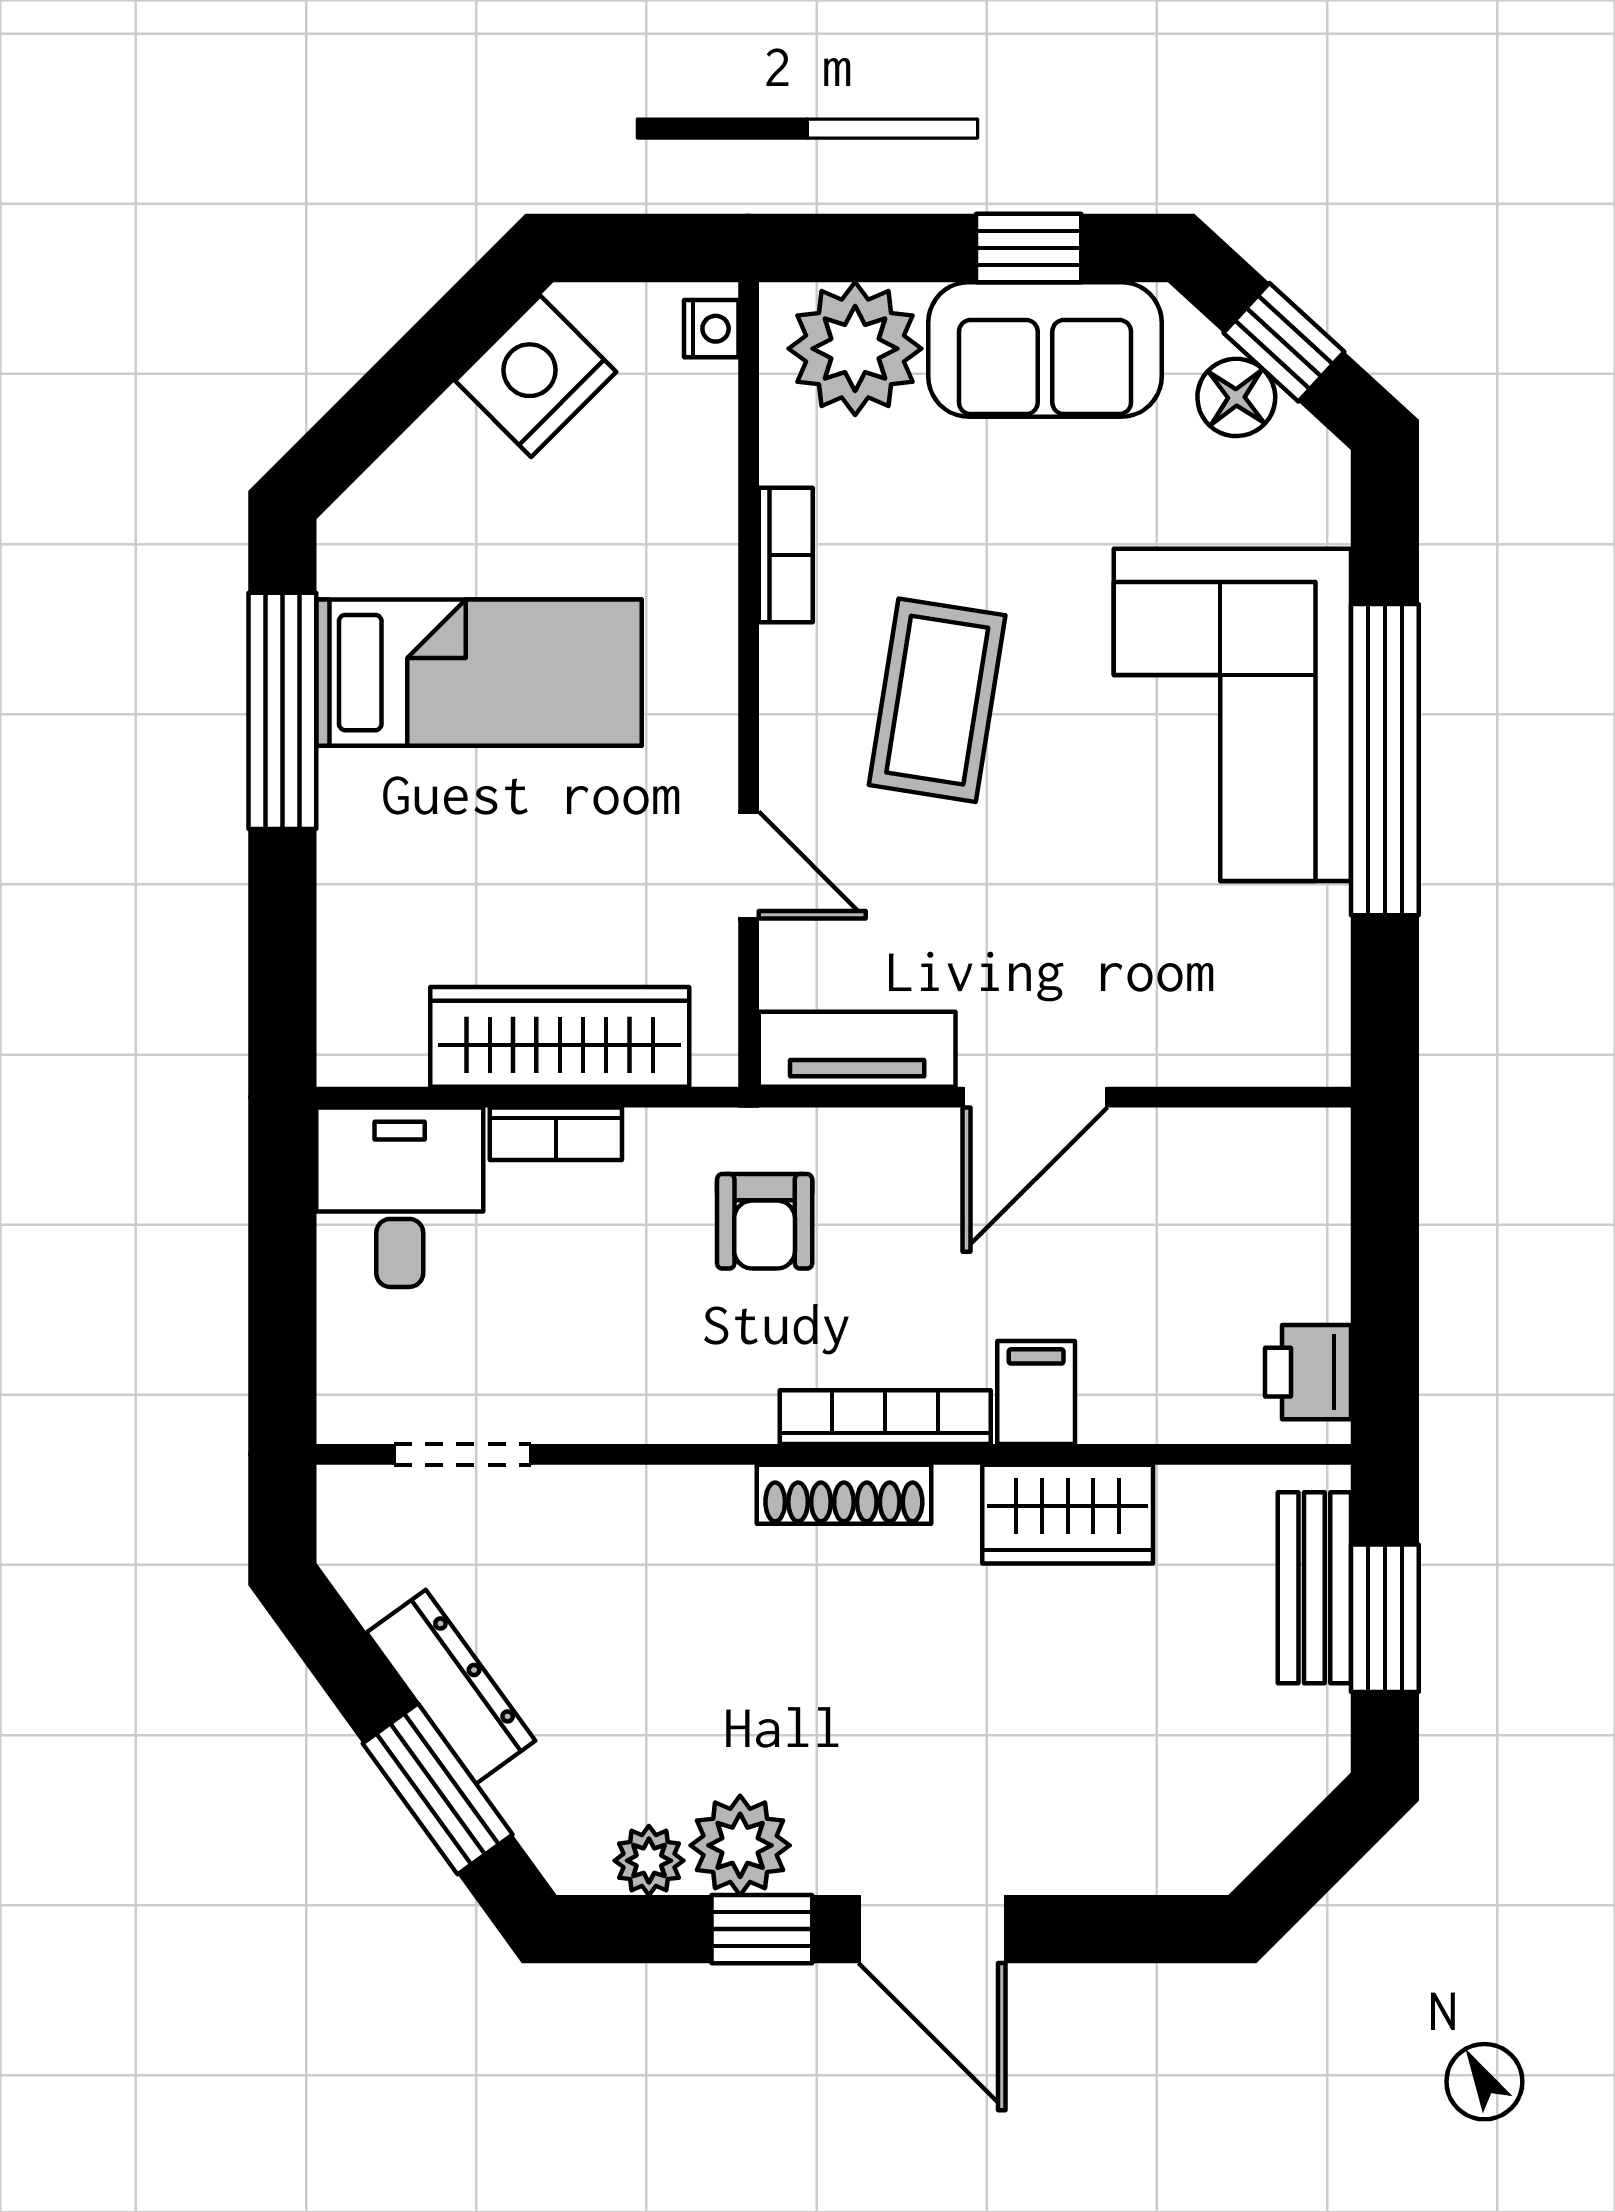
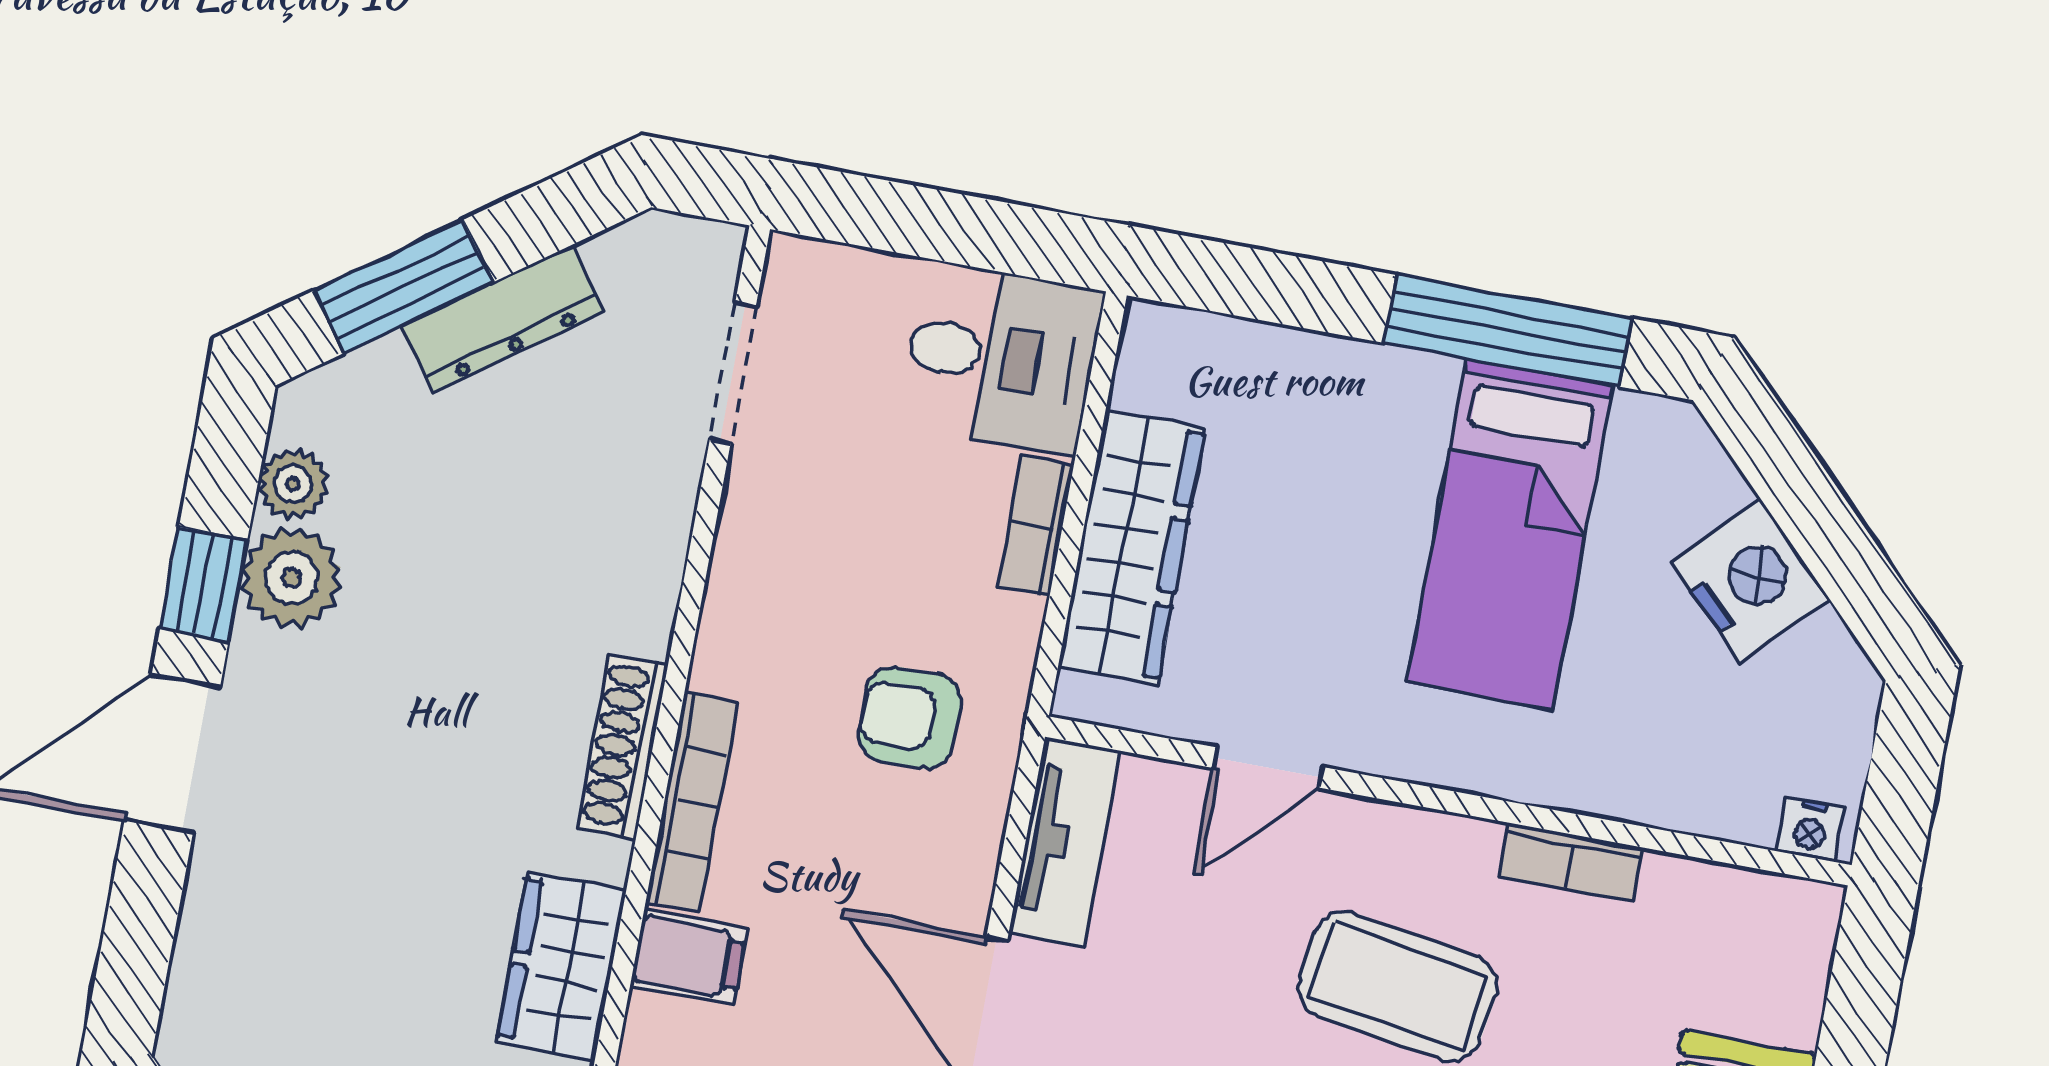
plant: (855, 349) -> (1764, 969), removed
nightstand: (536, 376) -> (1750, 580), moved

